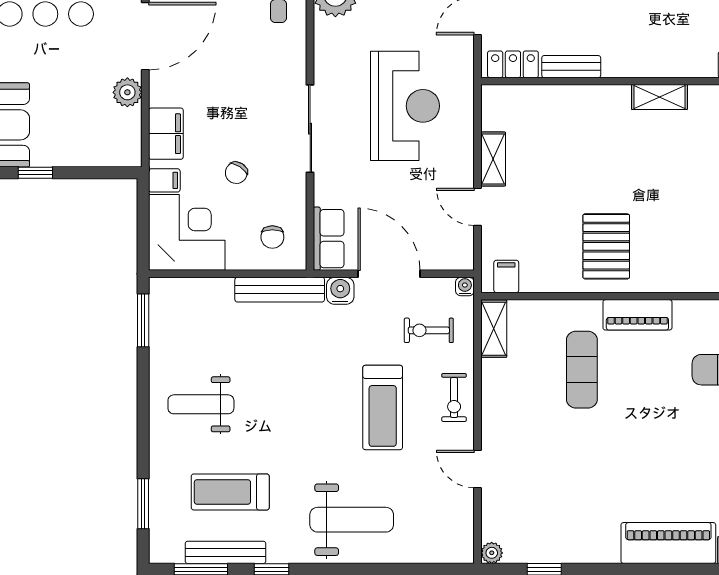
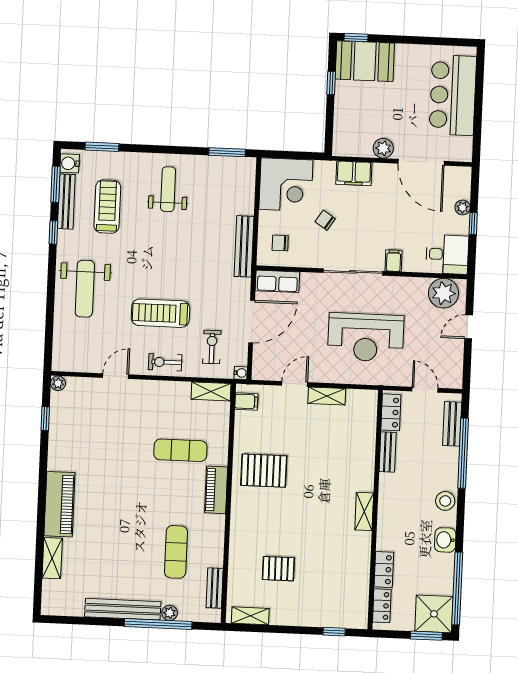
filing cabinet: (164, 180) -> (393, 261), moved, turned 180
water cooler: (340, 291) -> (70, 163), moved, turned 180

